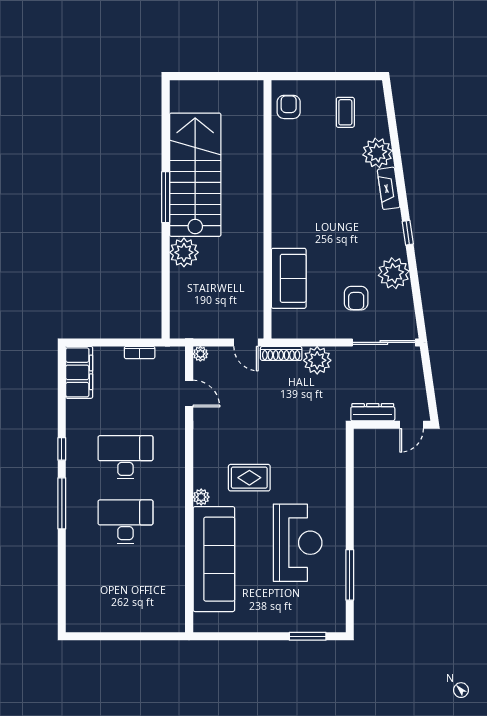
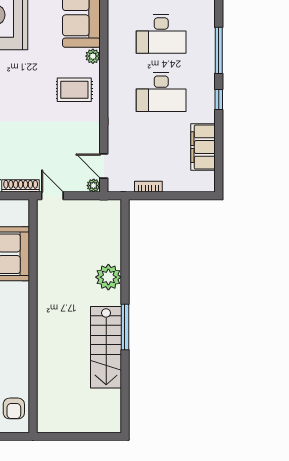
stairs: (195, 175) -> (106, 347), width x0.73, depth x0.66
filing cabinet: (79, 372) -> (203, 147), moved
door: (189, 394) -> (104, 166), moved
rug: (249, 478) -> (74, 90), moved

